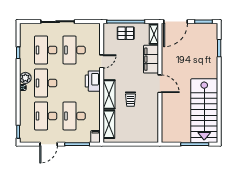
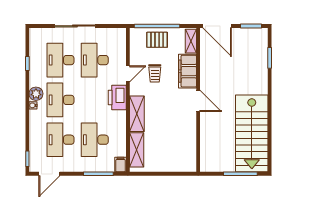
door: (176, 22) -> (217, 26), hinge flipped
trolley: (130, 99) -> (155, 73), moved
door: (49, 144) -> (49, 174), moved

